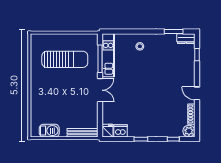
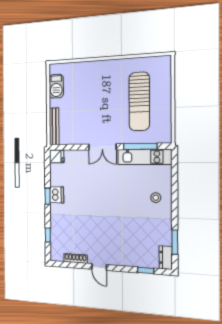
door: (197, 93) -> (99, 267), swing flipped
dishwasher: (120, 131) -> (57, 195), moved
plant: (189, 131) -> (57, 254), removed

